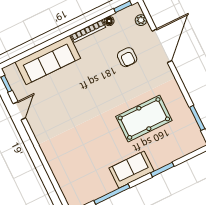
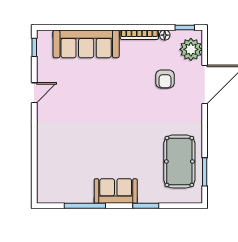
plant: (141, 20) -> (191, 49), width x1.87, depth x1.87
door: (19, 111) -> (34, 93), moved
pool table: (144, 118) -> (179, 161), moved, turned 90

